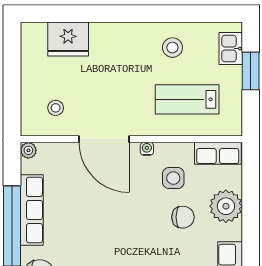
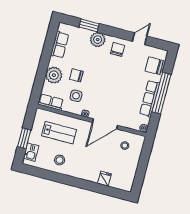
fridge: (68, 39) -> (104, 179), width x0.53, depth x0.75
door: (104, 139) -> (105, 124), swing flipped

